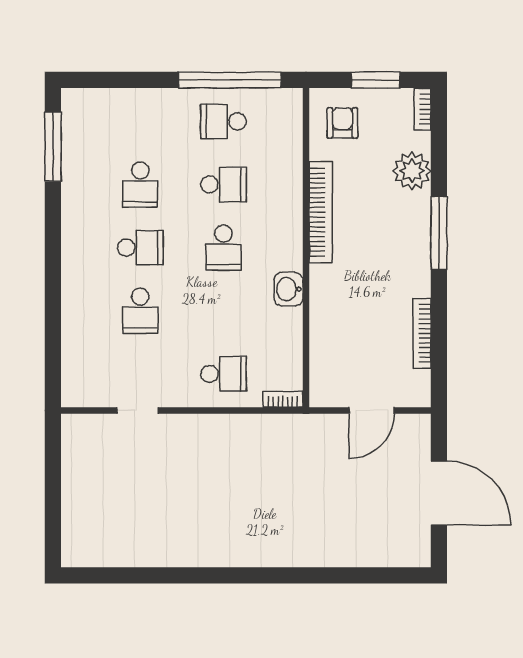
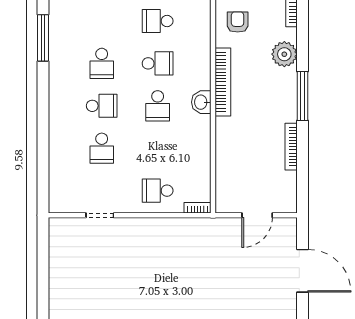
washbasin: (288, 289) -> (201, 102), moved
bookcase: (422, 333) -> (291, 147), moved
school desk: (223, 374) -> (158, 191), turned 180

